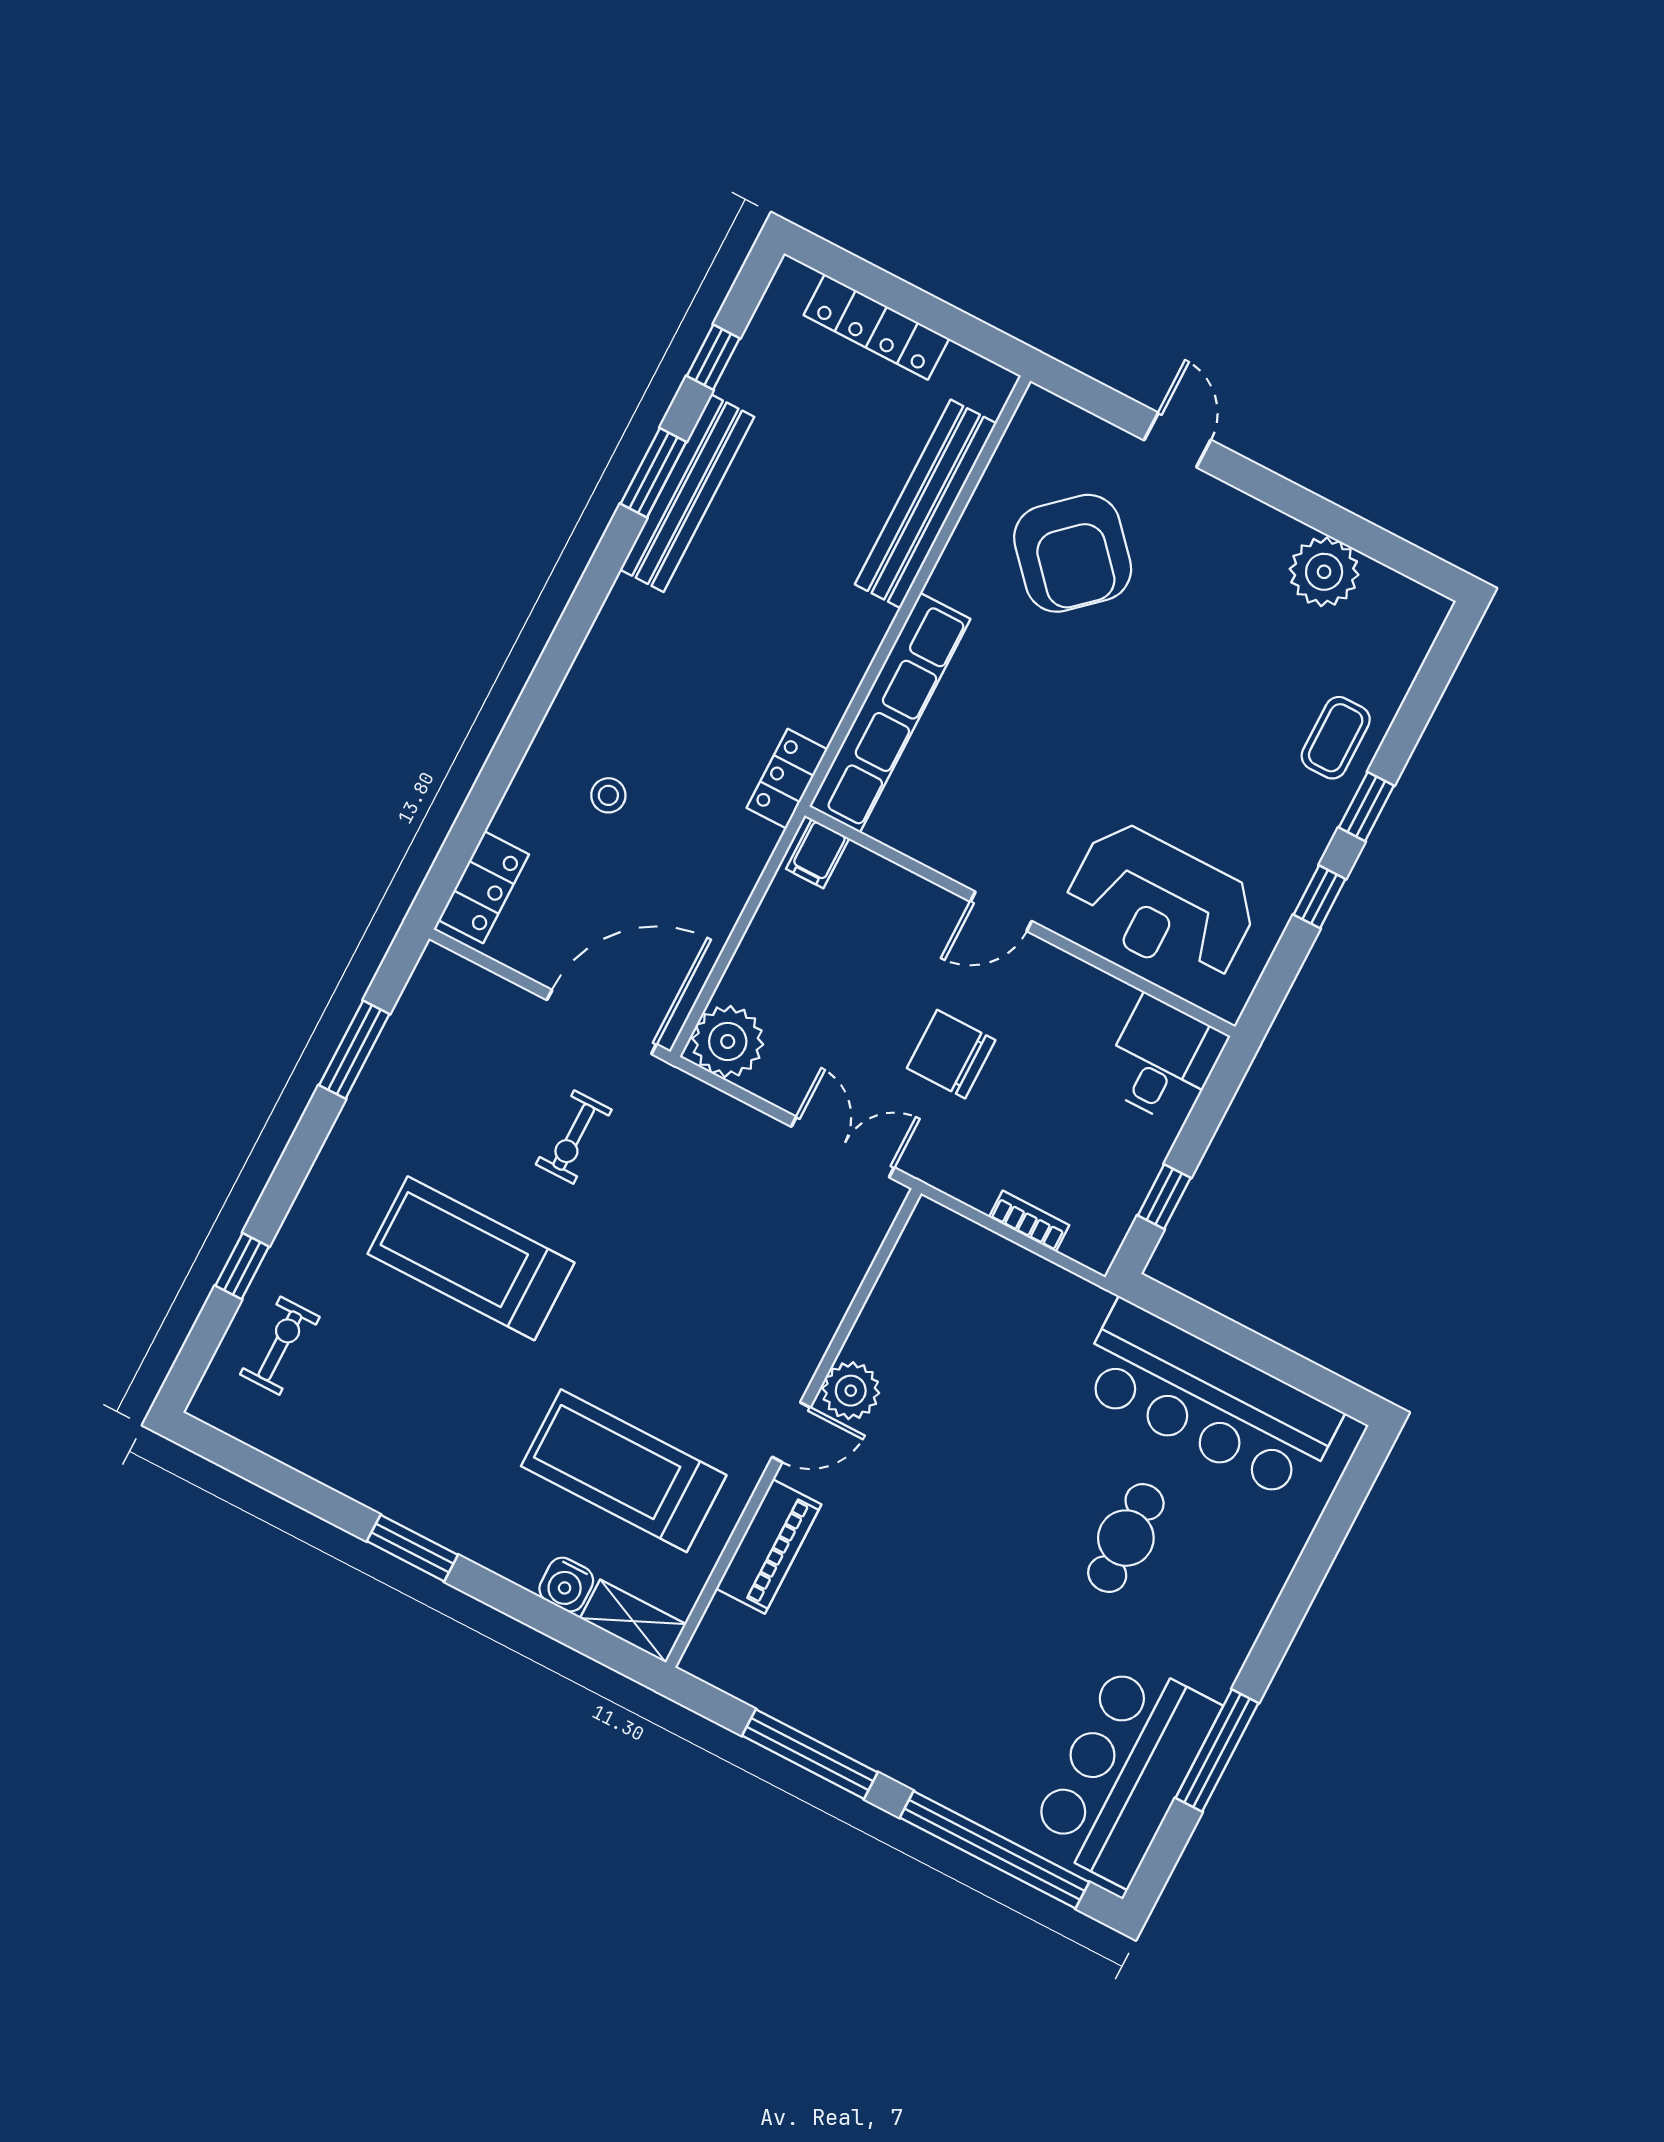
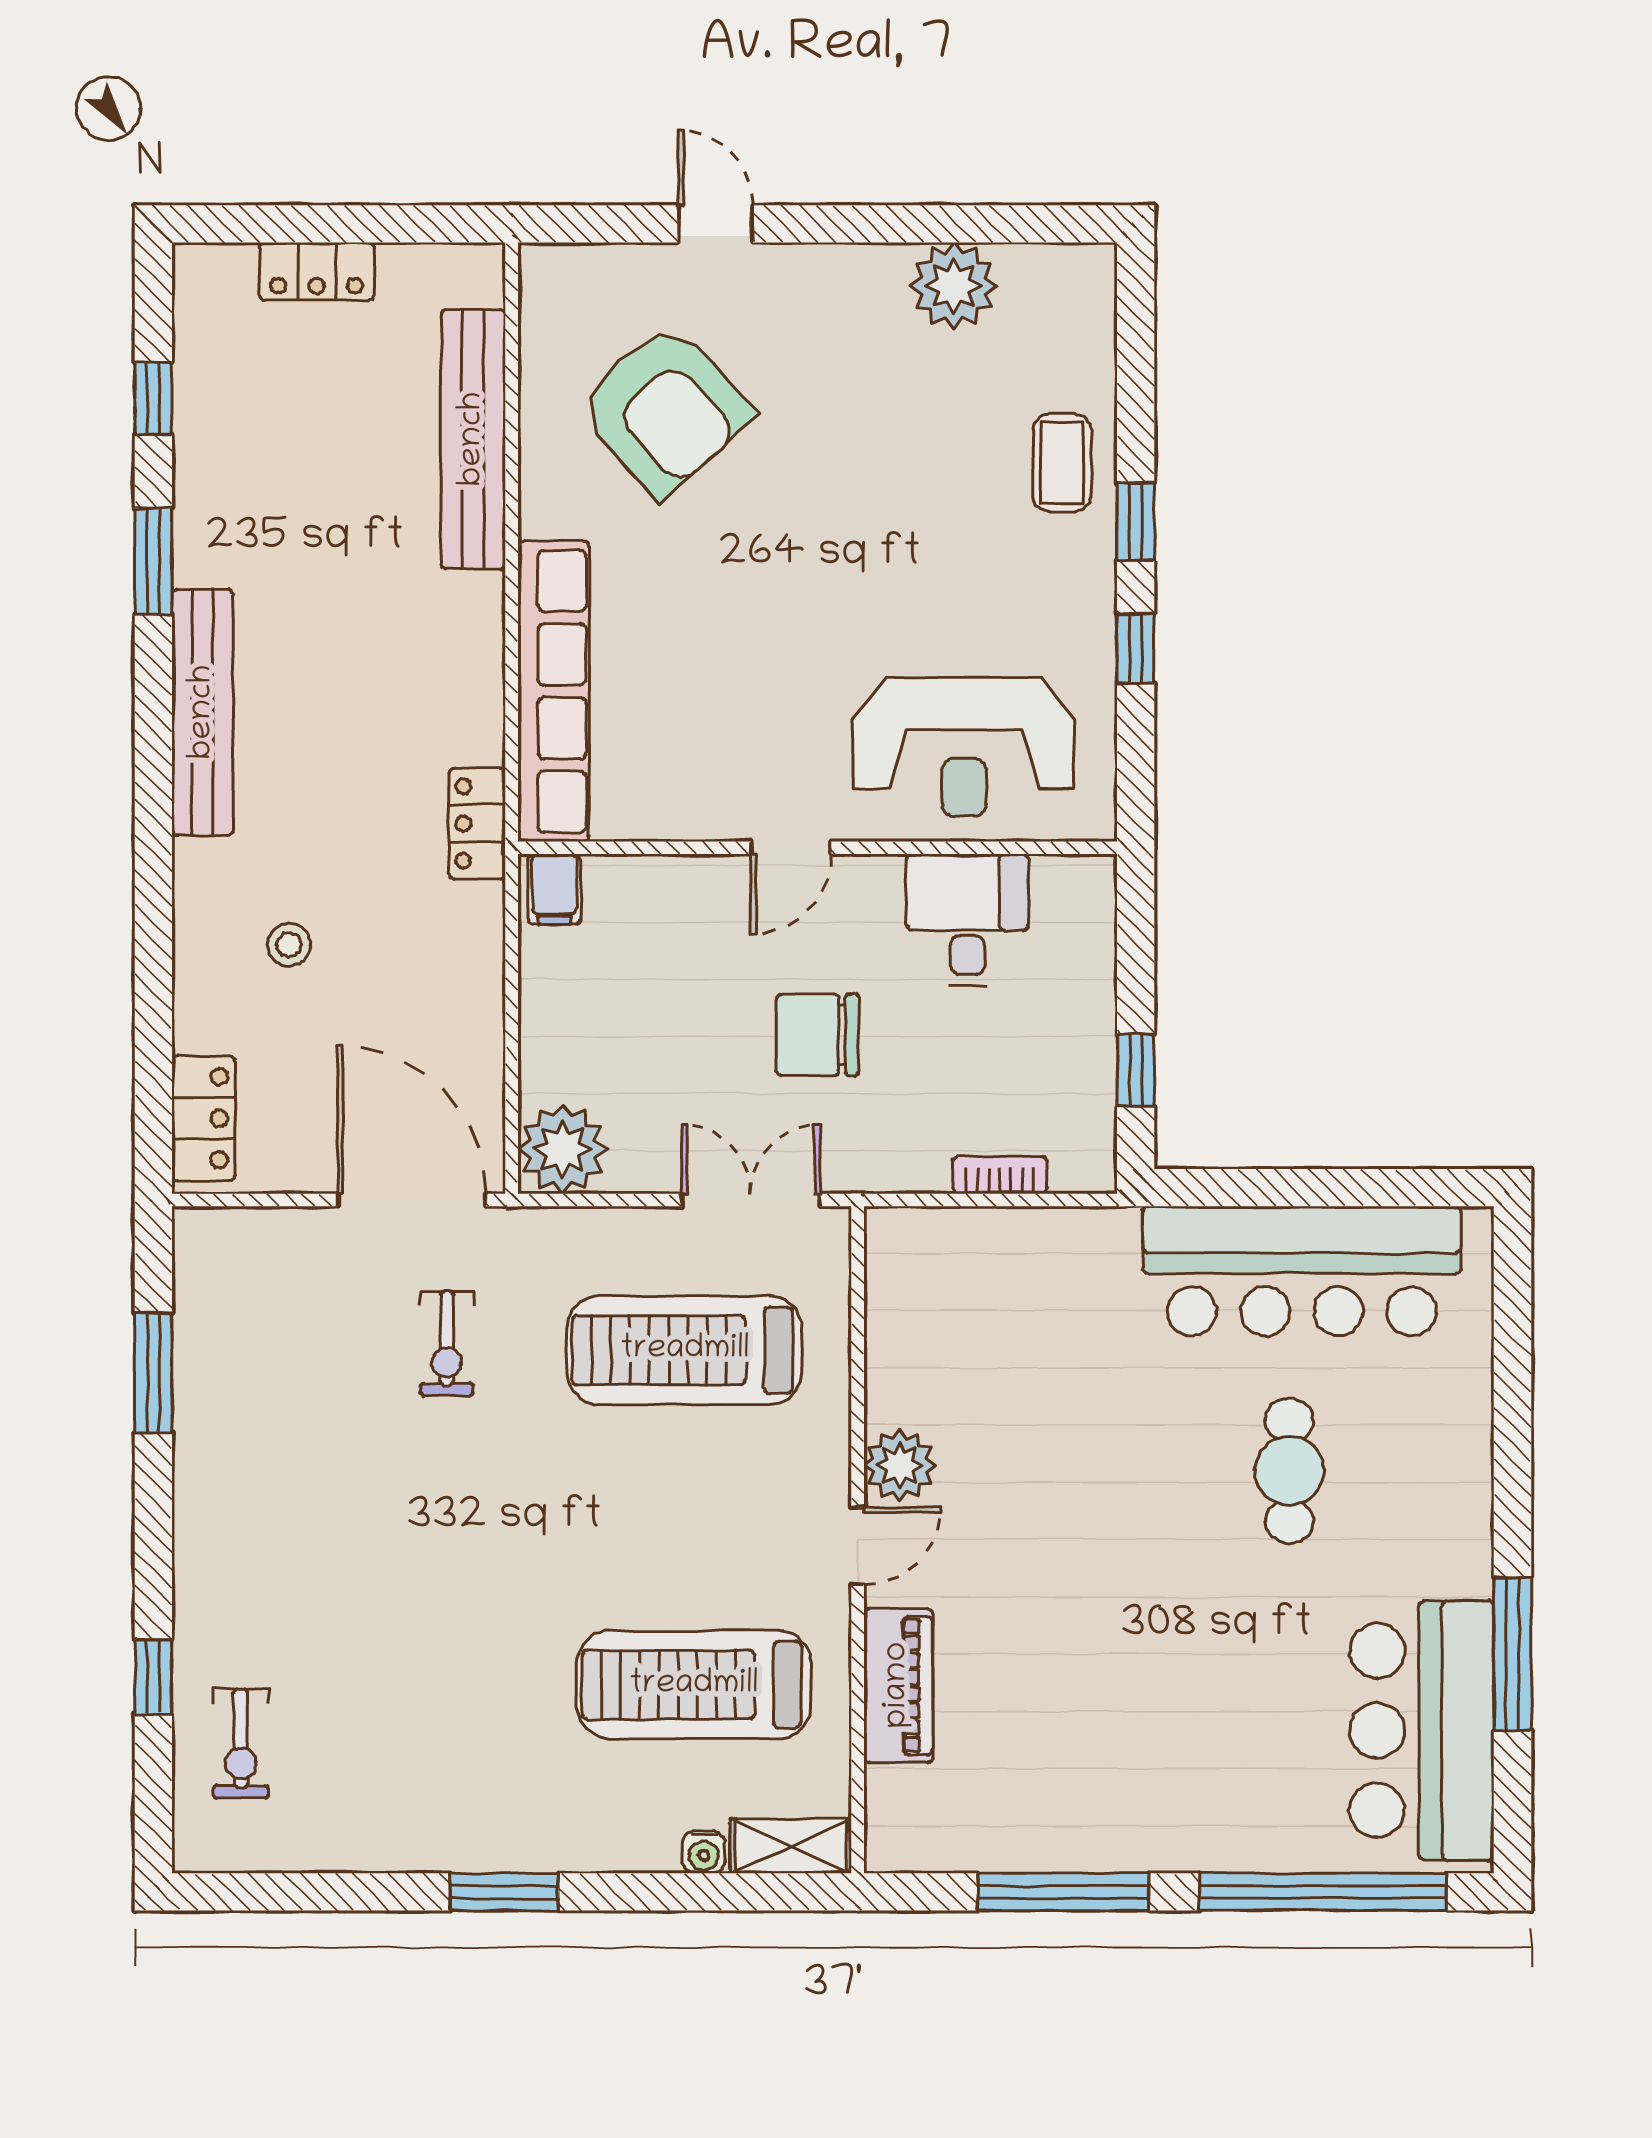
locker: (876, 327) -> (317, 271), width x0.66
bench: (687, 493) -> (203, 712), moved
door: (602, 1022) -> (412, 1200), hinge flipped
desk: (1163, 1060) -> (967, 920), moved
treadmill: (471, 1258) -> (685, 1350), moved
exercise bike: (280, 1346) -> (241, 1744), turned 180
water cooler: (566, 1585) -> (704, 1852), width x0.72, depth x0.72

